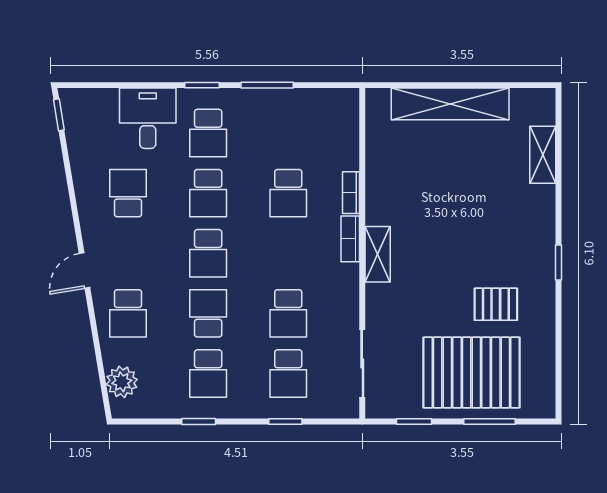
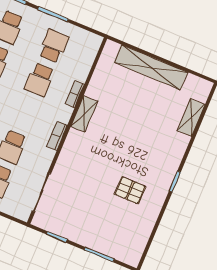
school desk: (288, 133) -> (54, 46), added
bookcase: (350, 239) -> (57, 136), moved
shelving: (378, 254) -> (84, 114), moved
pallet: (472, 373) -> (100, 223), removed

